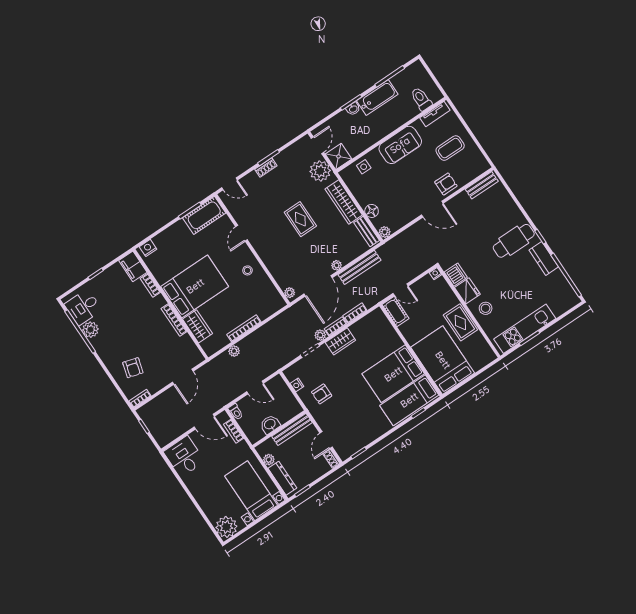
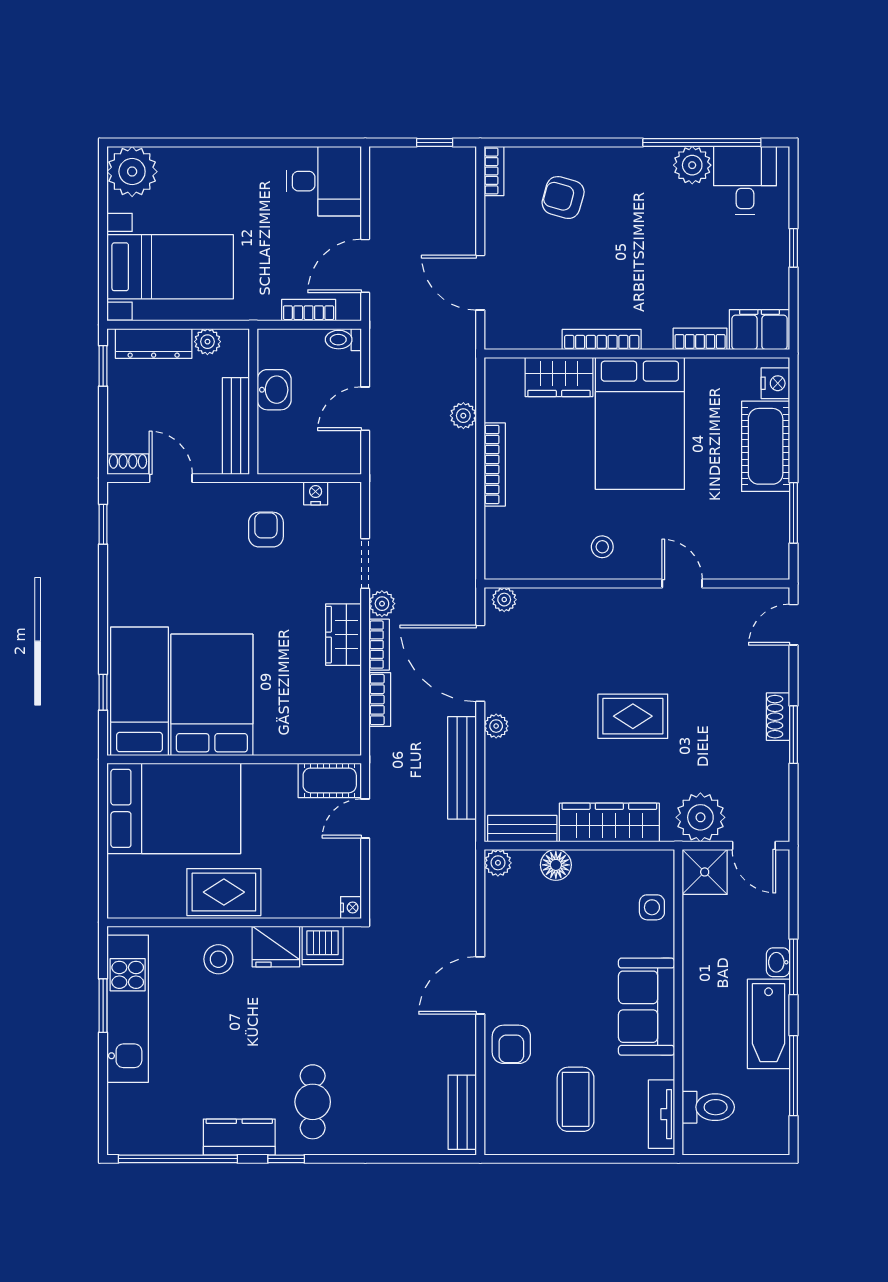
cot: (204, 215) -> (766, 446), moved
cafe table: (514, 241) -> (313, 1102), width x0.73, depth x0.74

